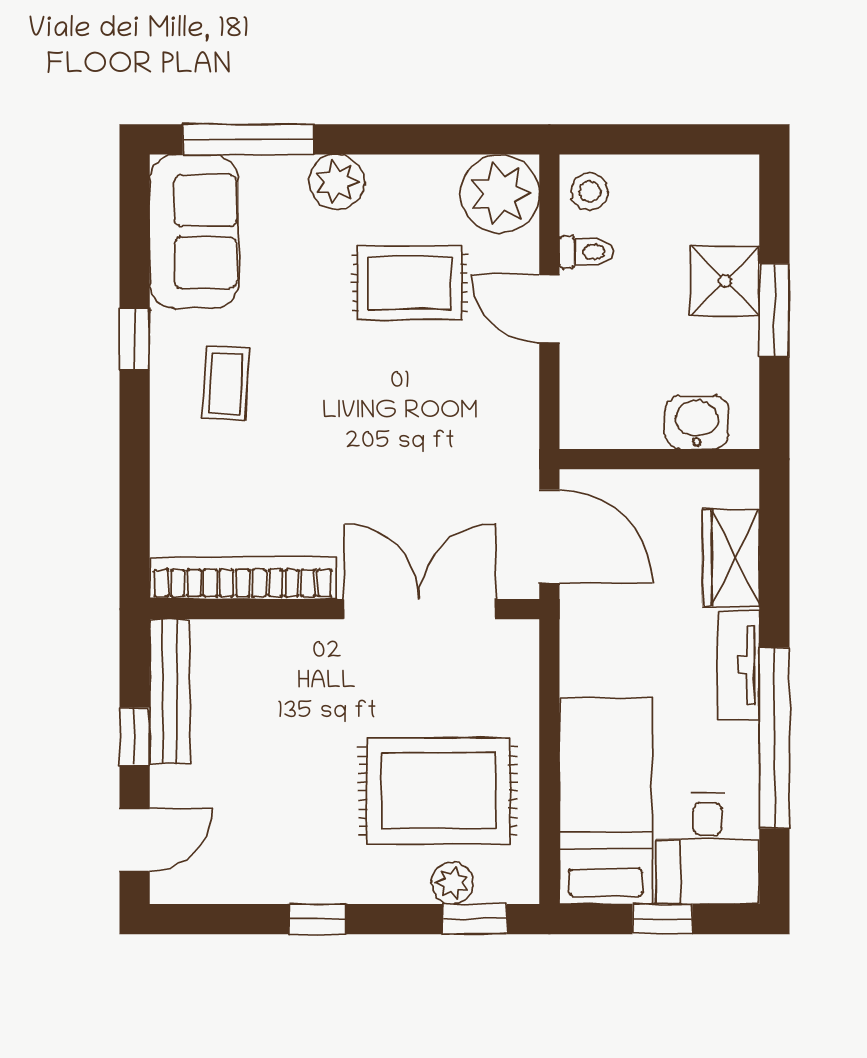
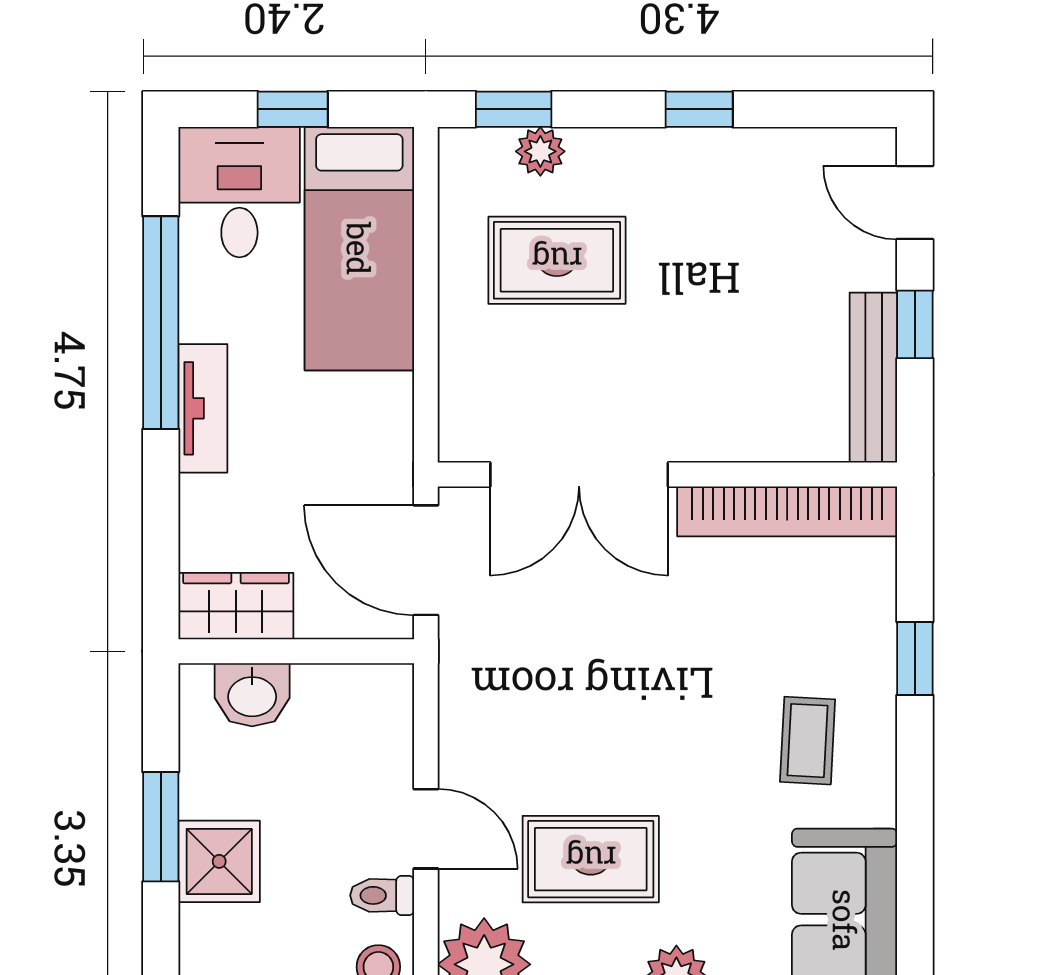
window: (135, 339) -> (915, 658), moved
wardrobe: (731, 558) -> (236, 606), moved, turned -90
rug: (438, 791) -> (557, 260), width x0.73, depth x0.70
door: (135, 840) -> (915, 203), hinge flipped

